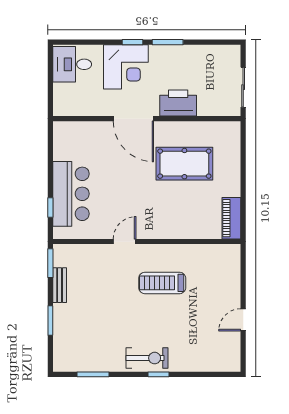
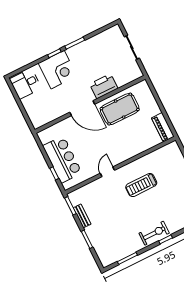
printer: (178, 103) -> (104, 86), moved
door: (133, 119) -> (82, 108), moved
wall: (147, 119) -> (90, 104), moved

